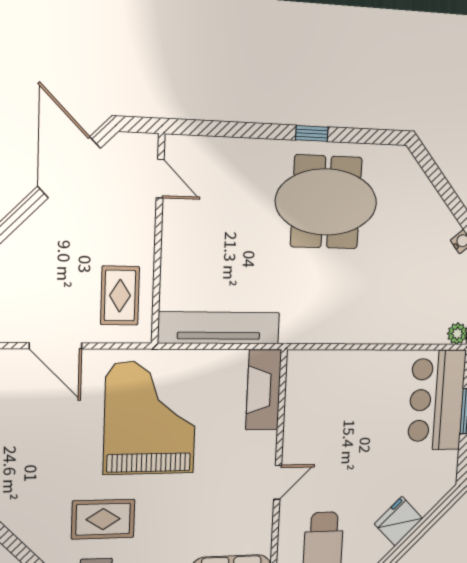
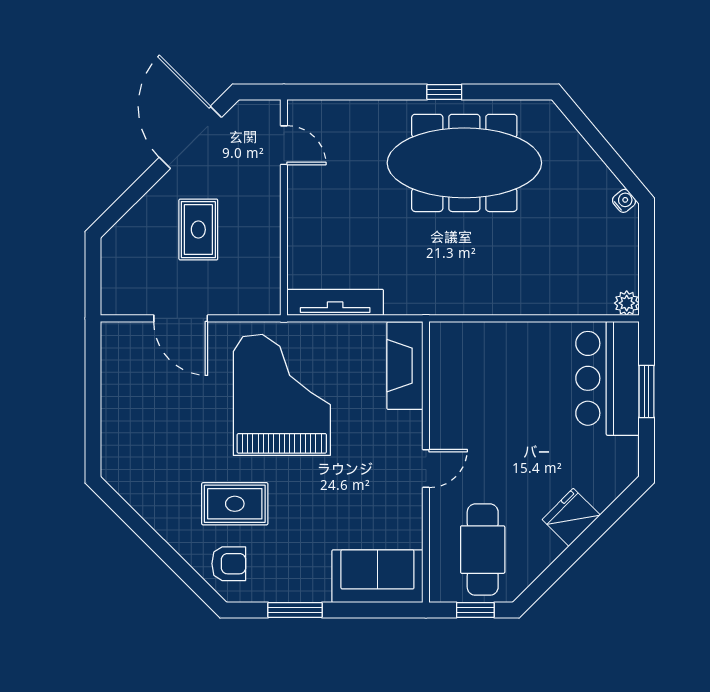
meeting table: (326, 202) -> (464, 163), width x1.36
rug: (120, 296) -> (198, 230), moved
tv unit: (219, 328) -> (335, 302), width x0.73, depth x0.78

